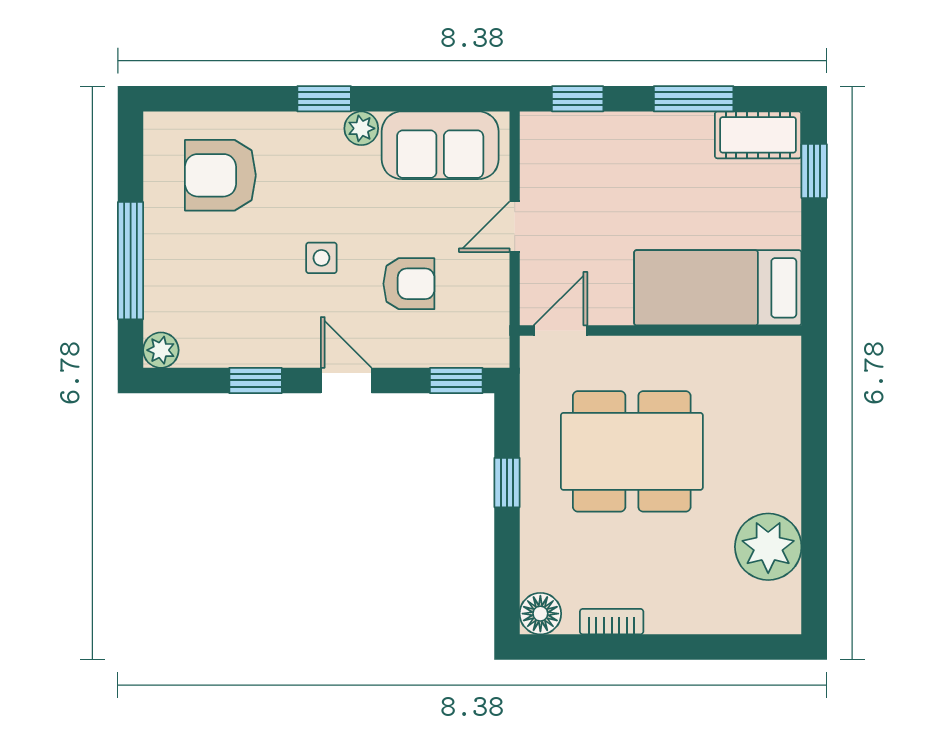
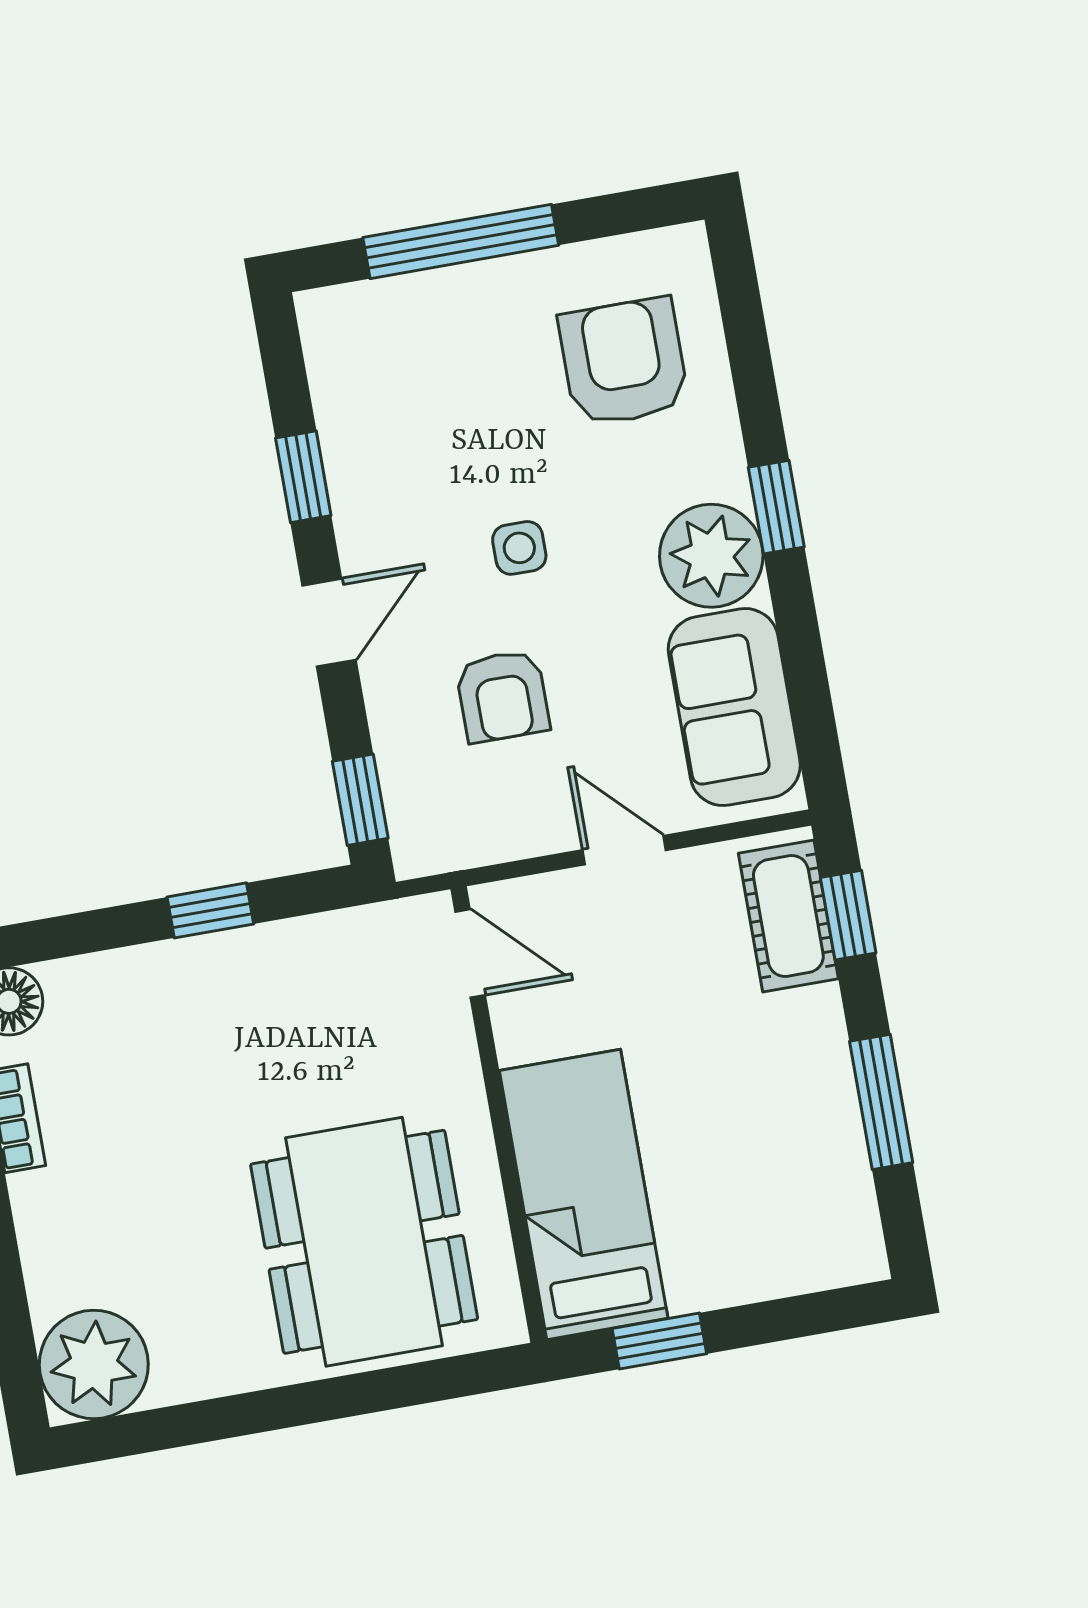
plant: (361, 128) -> (711, 556), width x1.88, depth x1.88
cot: (758, 135) -> (788, 916), moved
window: (814, 171) -> (659, 1341), moved
plant: (161, 350) -> (325, 316), removed
dining table: (632, 451) -> (364, 1242), moved
plant: (768, 547) -> (94, 1364), moved

